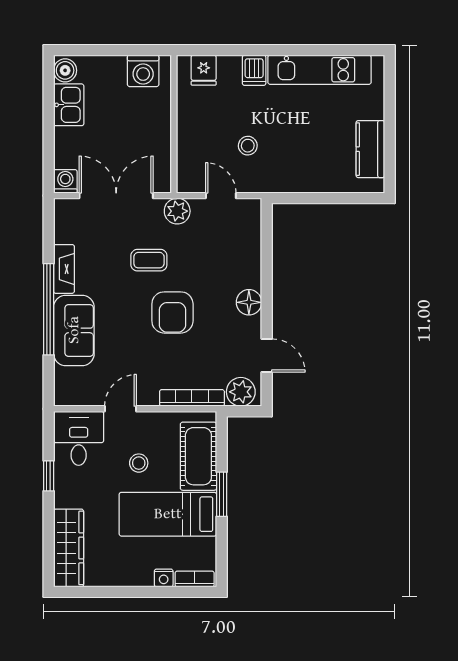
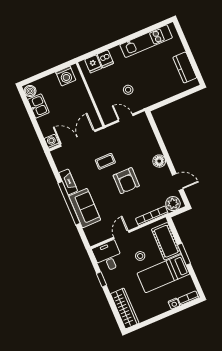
dishwasher: (254, 70) -> (105, 59), moved
plant: (177, 211) -> (109, 133), removed

